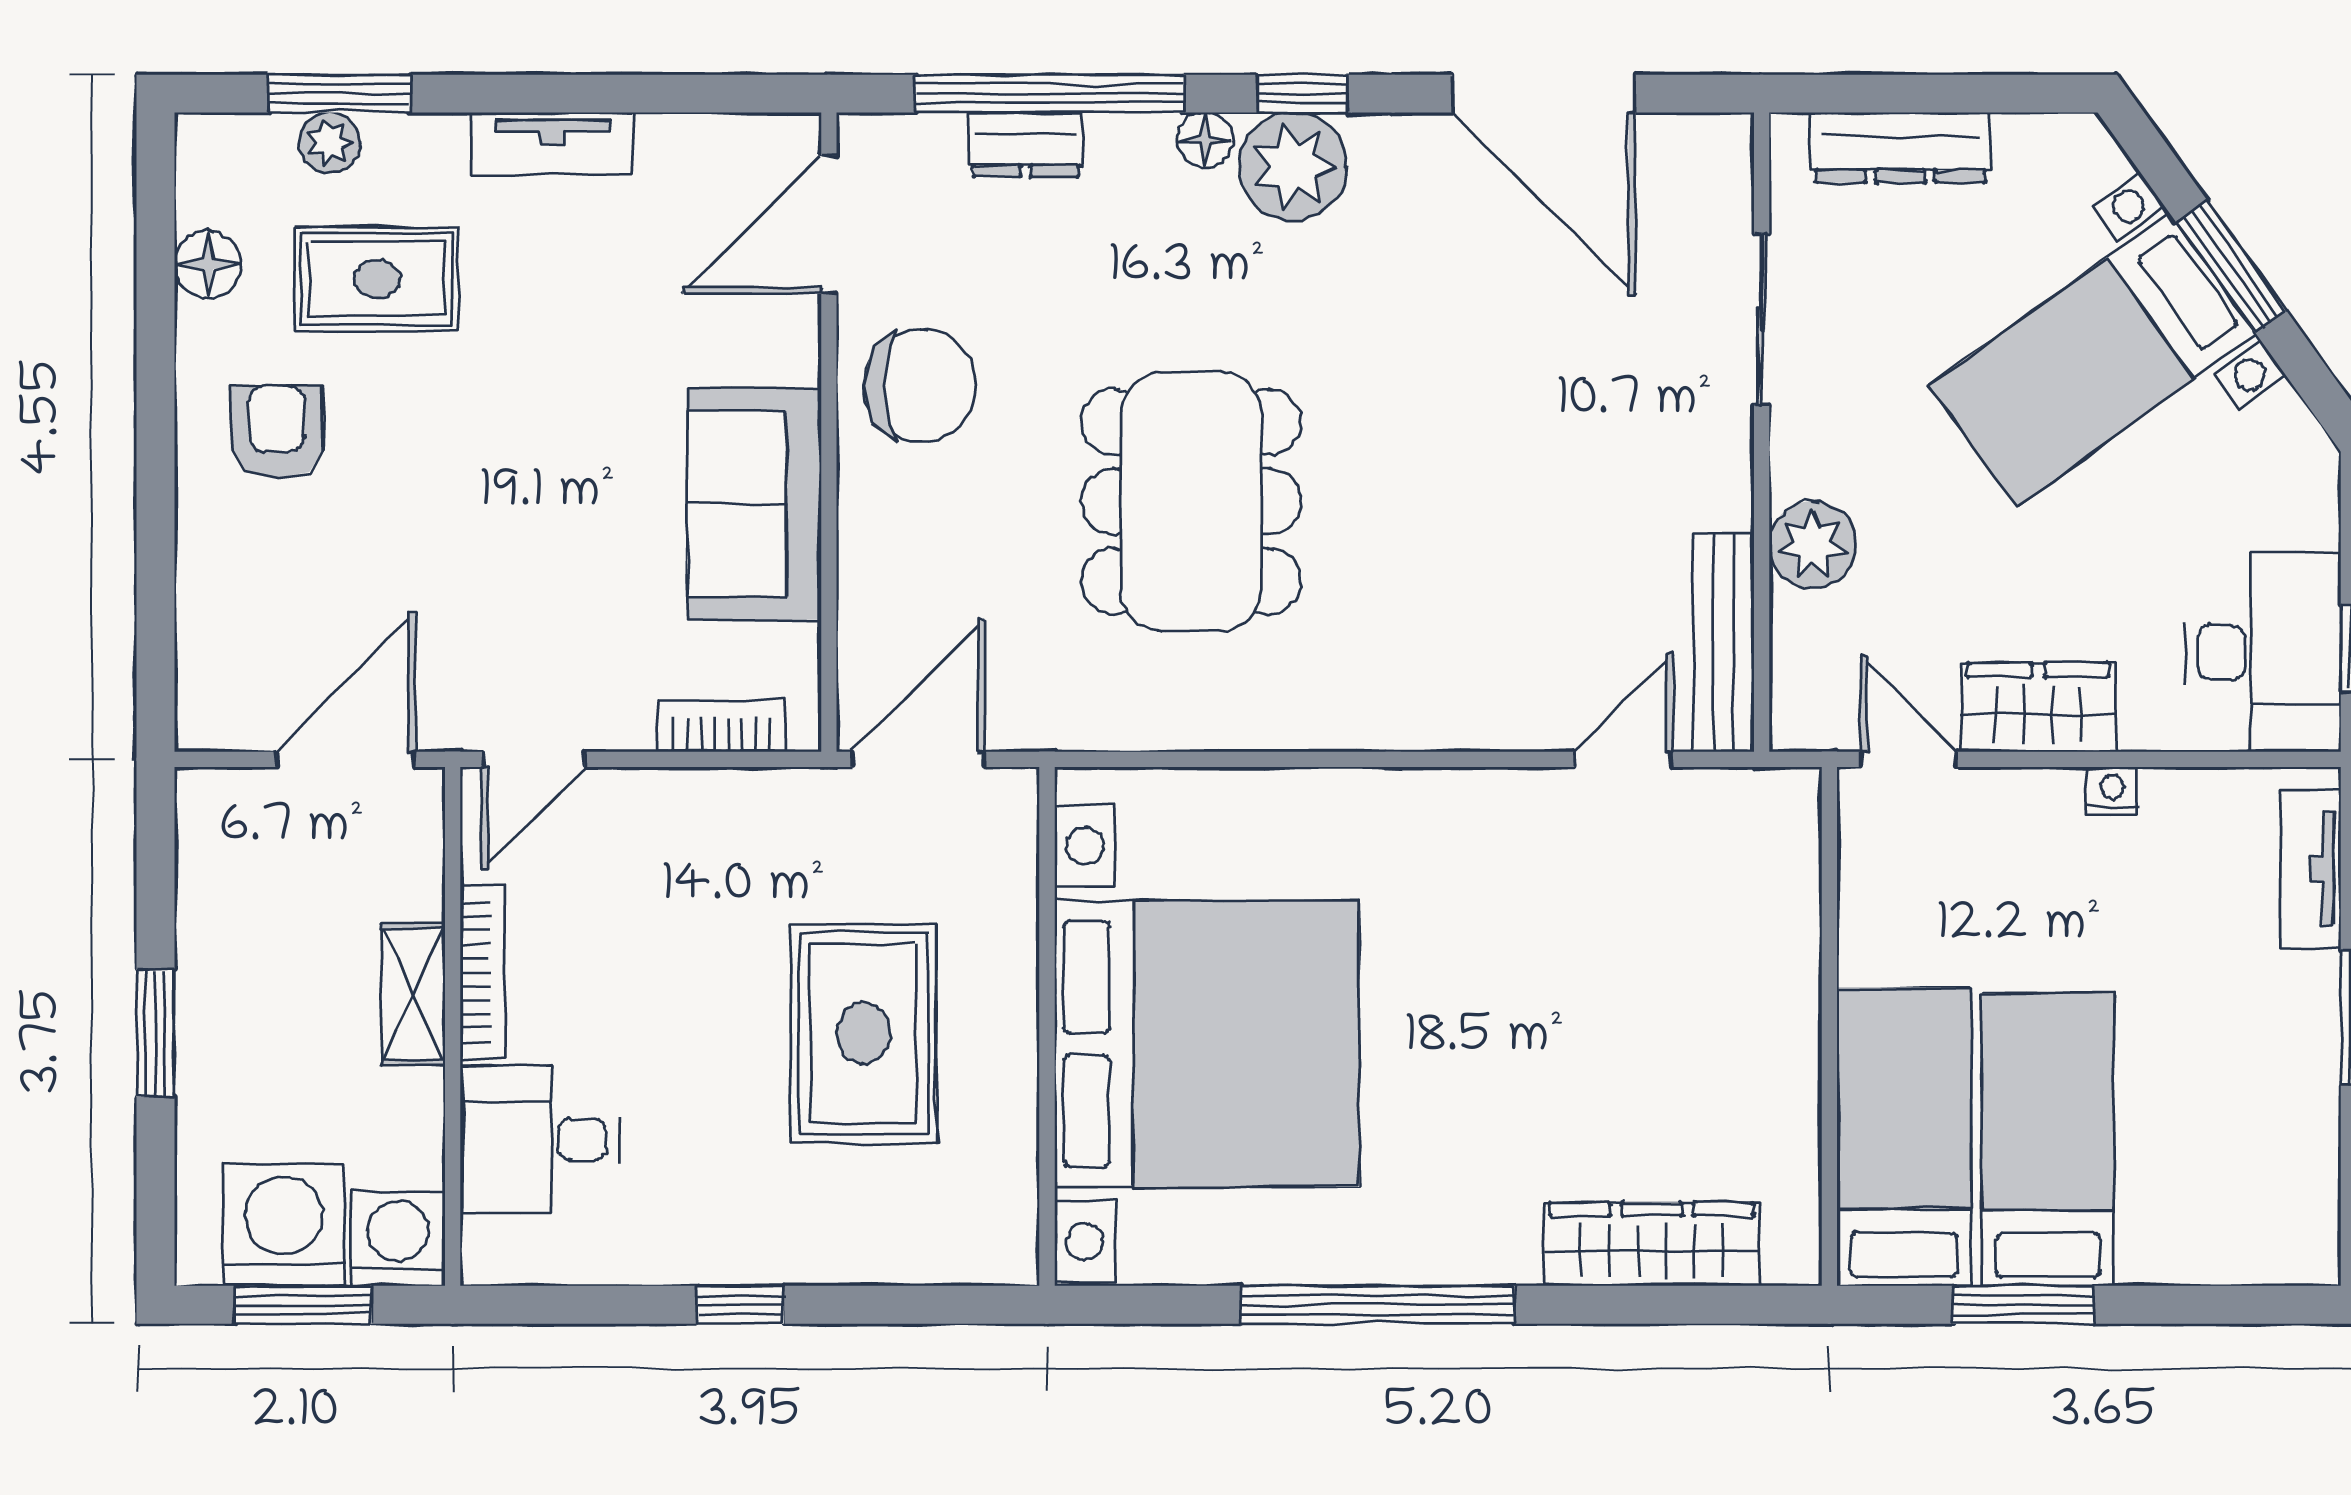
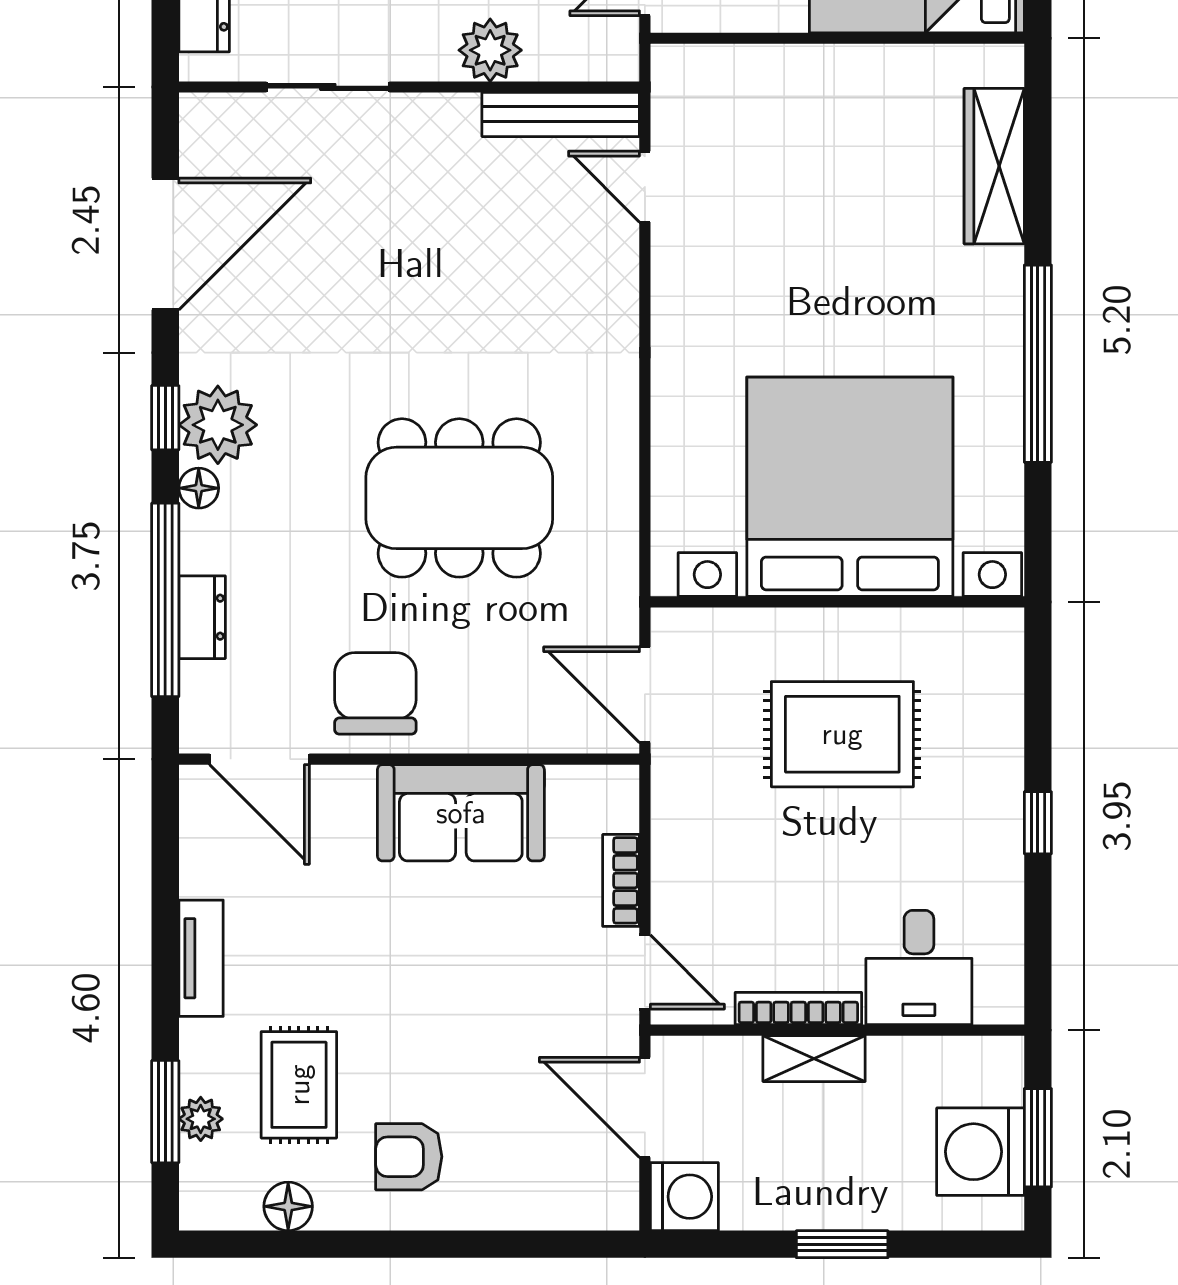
bookcase: (721, 726) -> (621, 880), moved
washing machine: (398, 1239) -> (684, 1197), moved, turned 180

